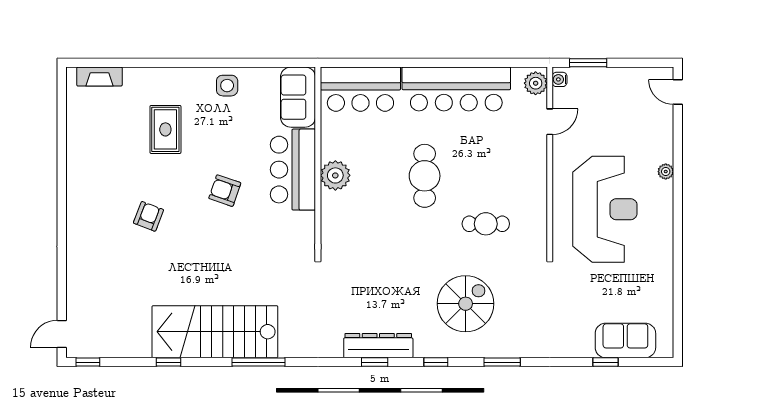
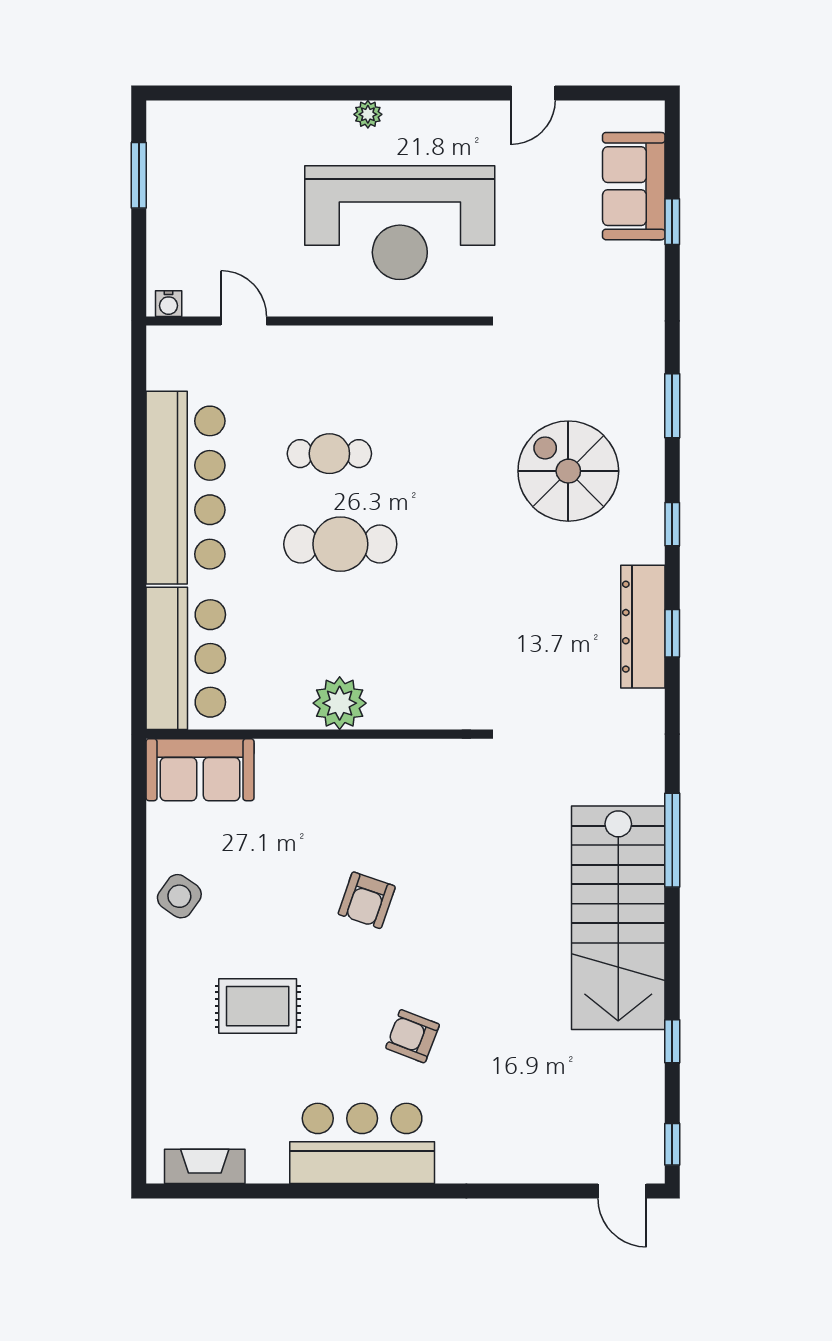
window: (588, 63) -> (139, 175), moved
fireplace: (99, 77) -> (205, 1166), moved, turned -90
plant: (536, 83) -> (175, 346), removed
side table: (227, 86) -> (179, 896), turned 35
door: (678, 92) -> (533, 93), moved
bar counter: (293, 170) -> (362, 1143), moved, turned 180
plant: (666, 172) -> (368, 114), moved
reception desk: (605, 209) -> (400, 223), turned 180
cafe table: (486, 224) -> (329, 454), moved, turned 90
window: (168, 362) -> (672, 1041), moved

